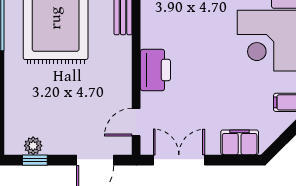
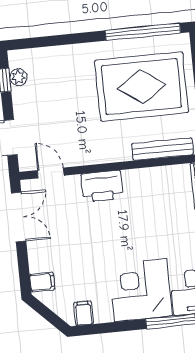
filing cabinet: (240, 142) -> (42, 282), width x0.50

